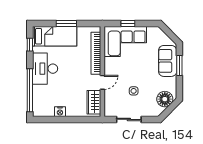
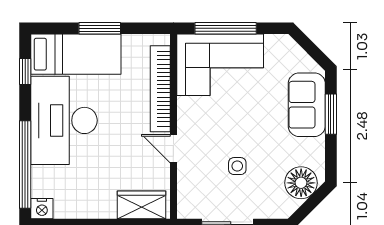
window: (128, 24) -> (226, 28), width x2.17
desk: (45, 69) -> (64, 120), width x1.36, depth x1.30
door: (102, 82) -> (173, 149), swing flipped
wardrobe: (94, 102) -> (141, 205), moved, turned 90
nightstand: (60, 112) -> (42, 209), moved

